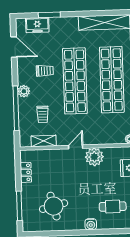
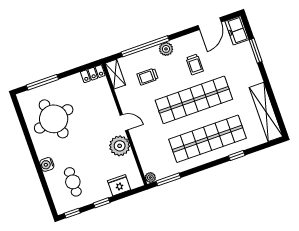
freezer: (37, 25) -> (237, 30), moved
shelving: (44, 141) -> (115, 74), moved
locker: (26, 172) -> (93, 74), moved
round table: (54, 206) -> (54, 119), width x1.36, depth x1.36

